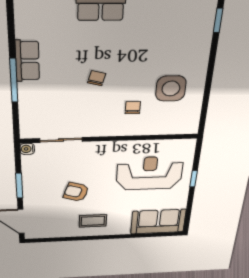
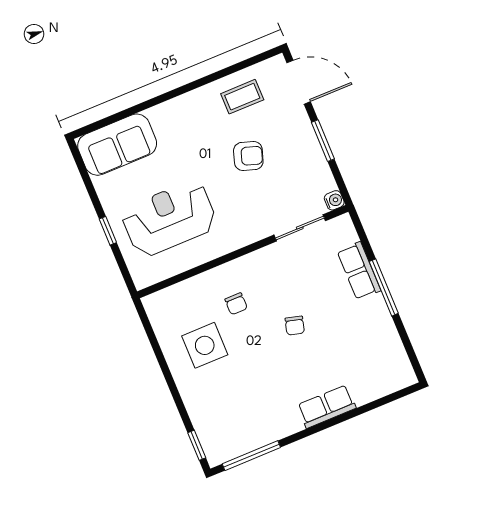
row of seats: (27, 61) -> (359, 271), moved
reception desk: (150, 173) -> (169, 219), turned 180
coffee table: (93, 221) -> (242, 97), moved

